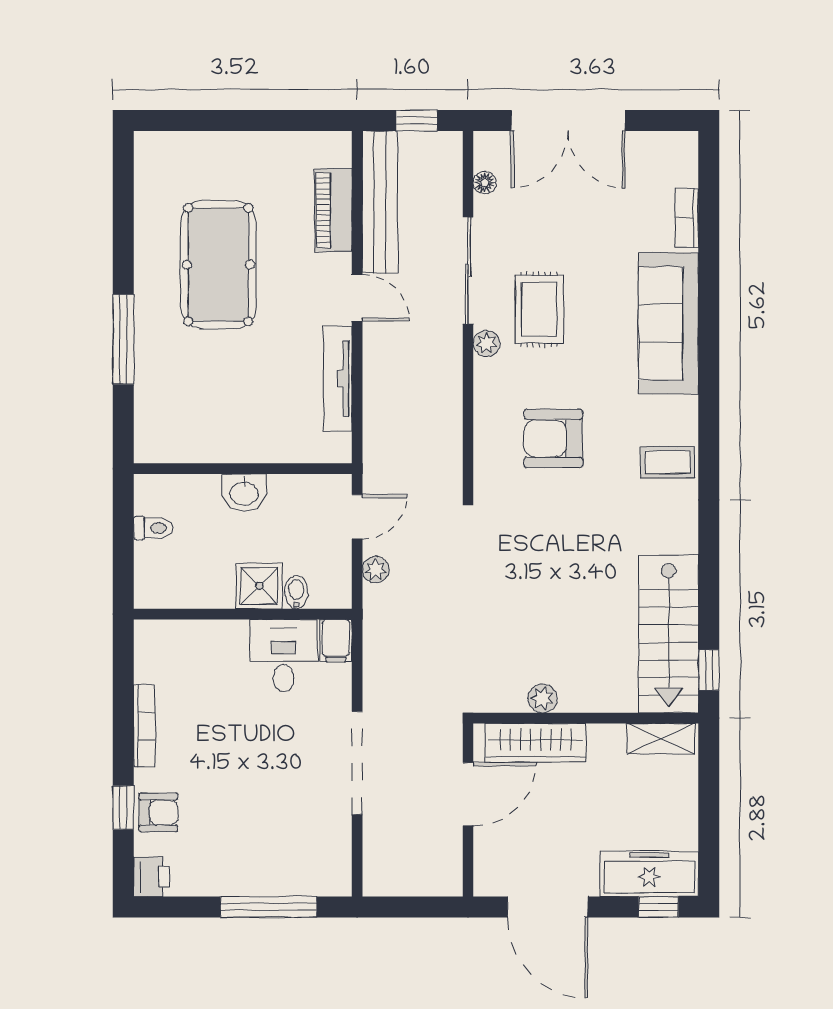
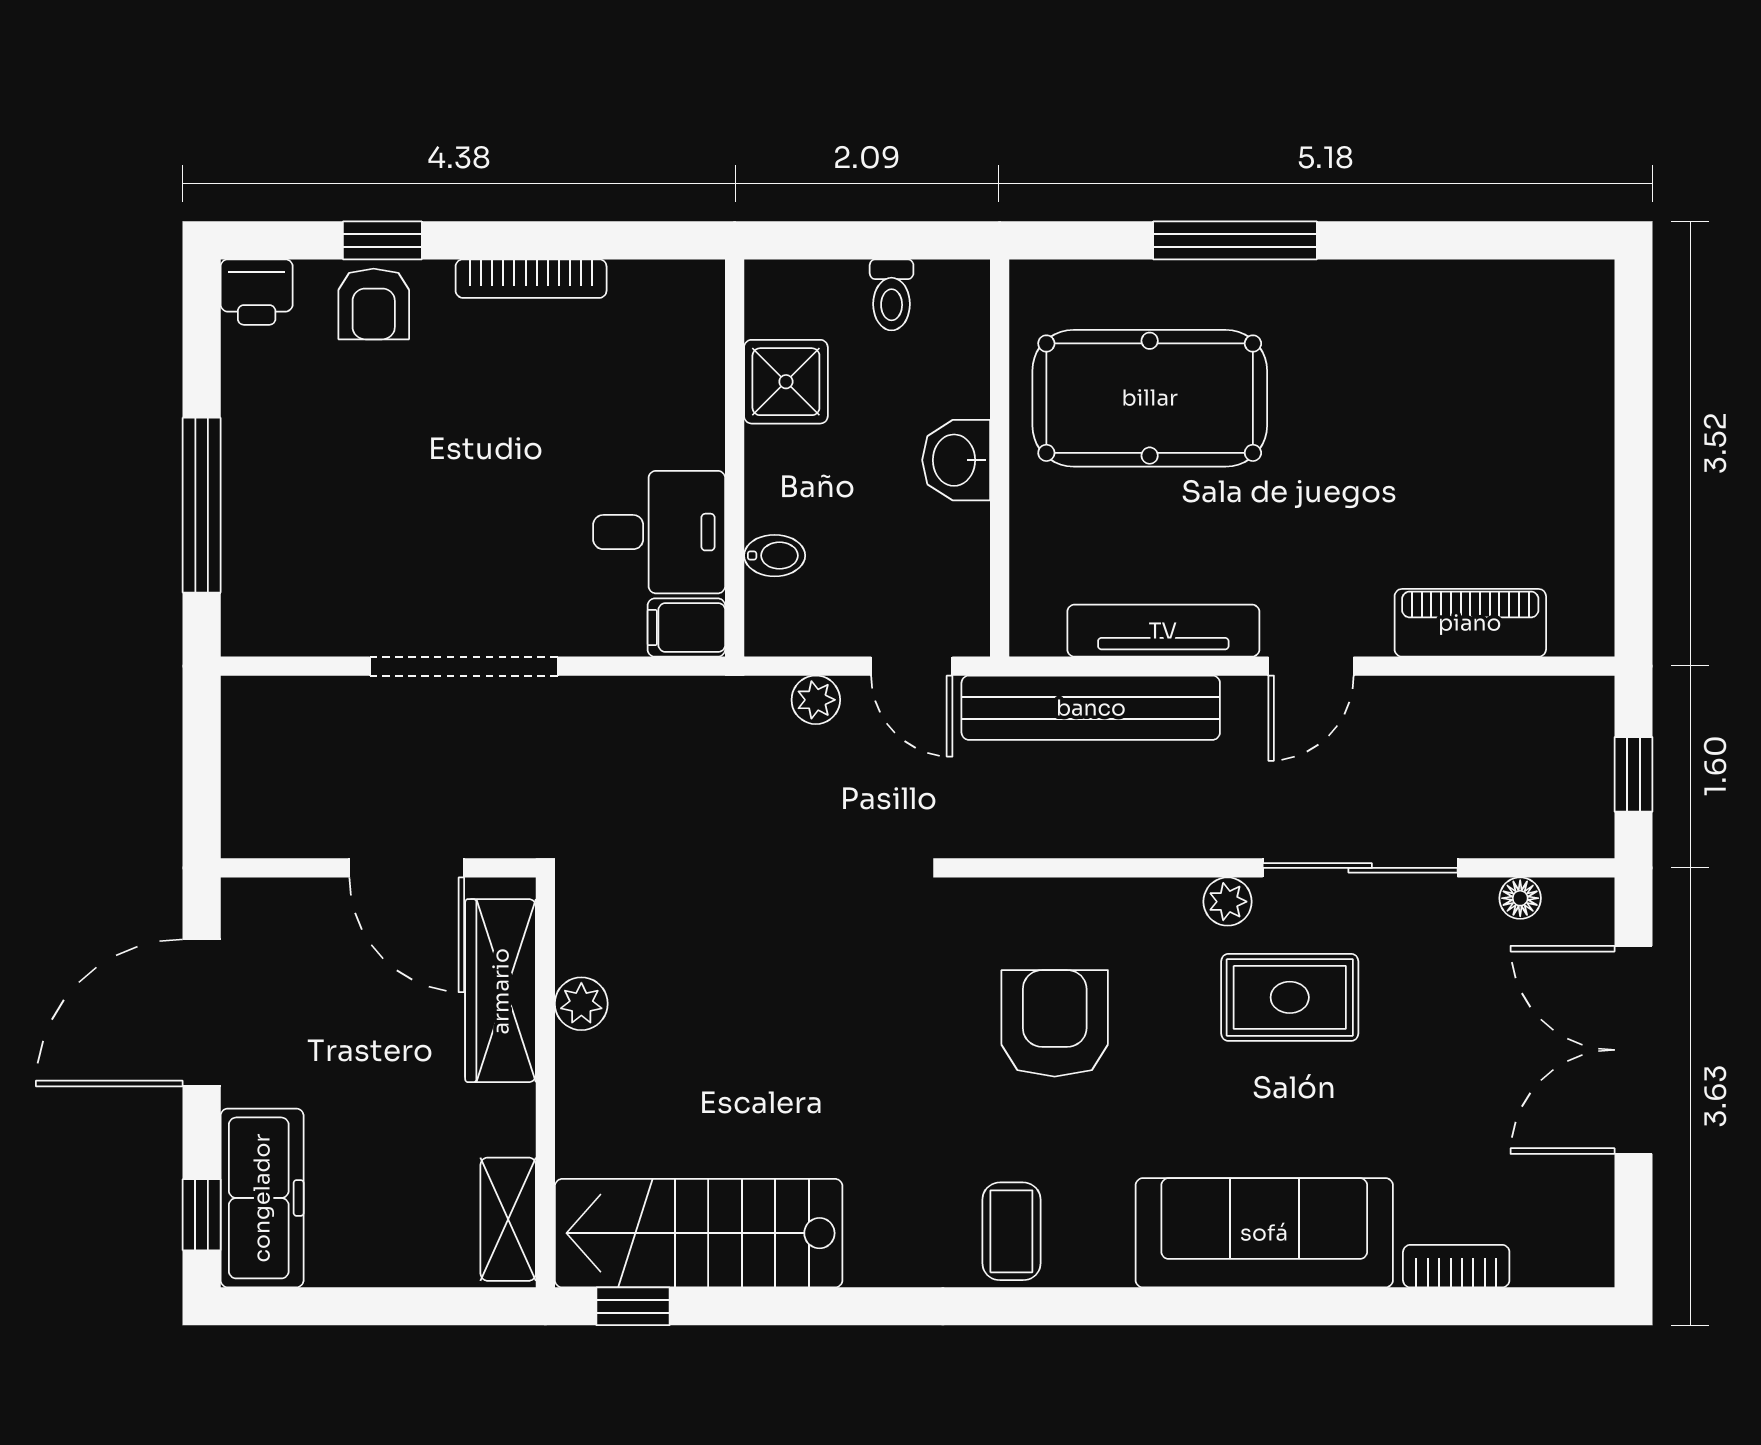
bench: (380, 202) -> (1091, 708), moved
pool table: (218, 265) -> (1150, 398), moved
shower: (259, 586) -> (786, 382), moved

